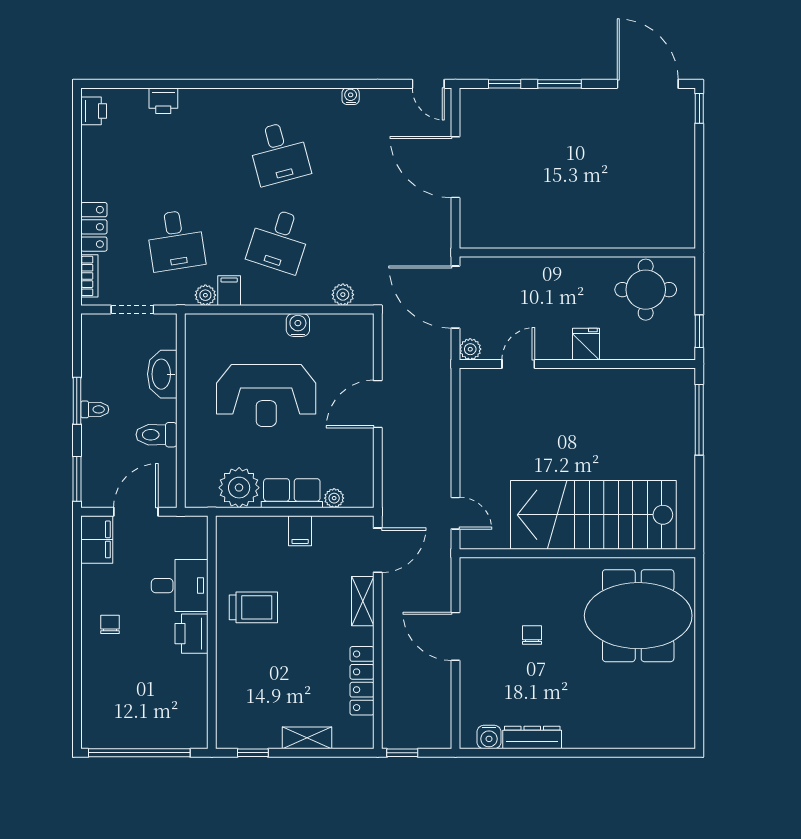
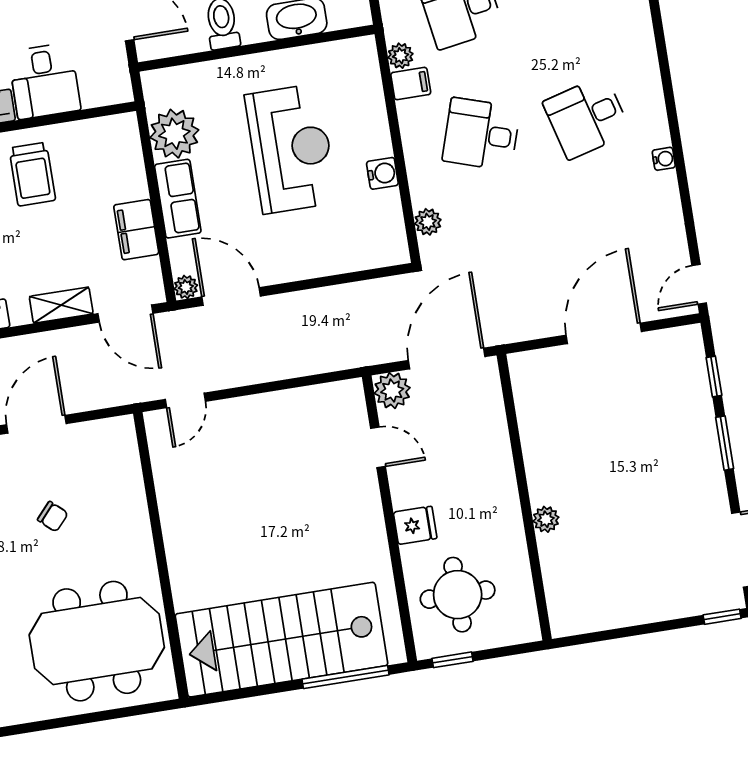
water cooler: (351, 96) -> (664, 159), moved
plant: (598, 238) -> (546, 519), added
round table: (646, 290) -> (458, 595), moved
plant: (470, 349) -> (392, 391), width x1.38, depth x1.38
reception desk: (266, 396) -> (291, 149), turned 180
door: (378, 404) -> (231, 297), moved
plant: (334, 498) -> (186, 287), moved
stairs: (593, 515) -> (281, 640), moved, turned -90
filing cabinet: (300, 531) -> (136, 230), width x2.00
meeting table: (638, 616) -> (97, 641), turned 90
chair: (532, 635) -> (53, 517), turned 42

